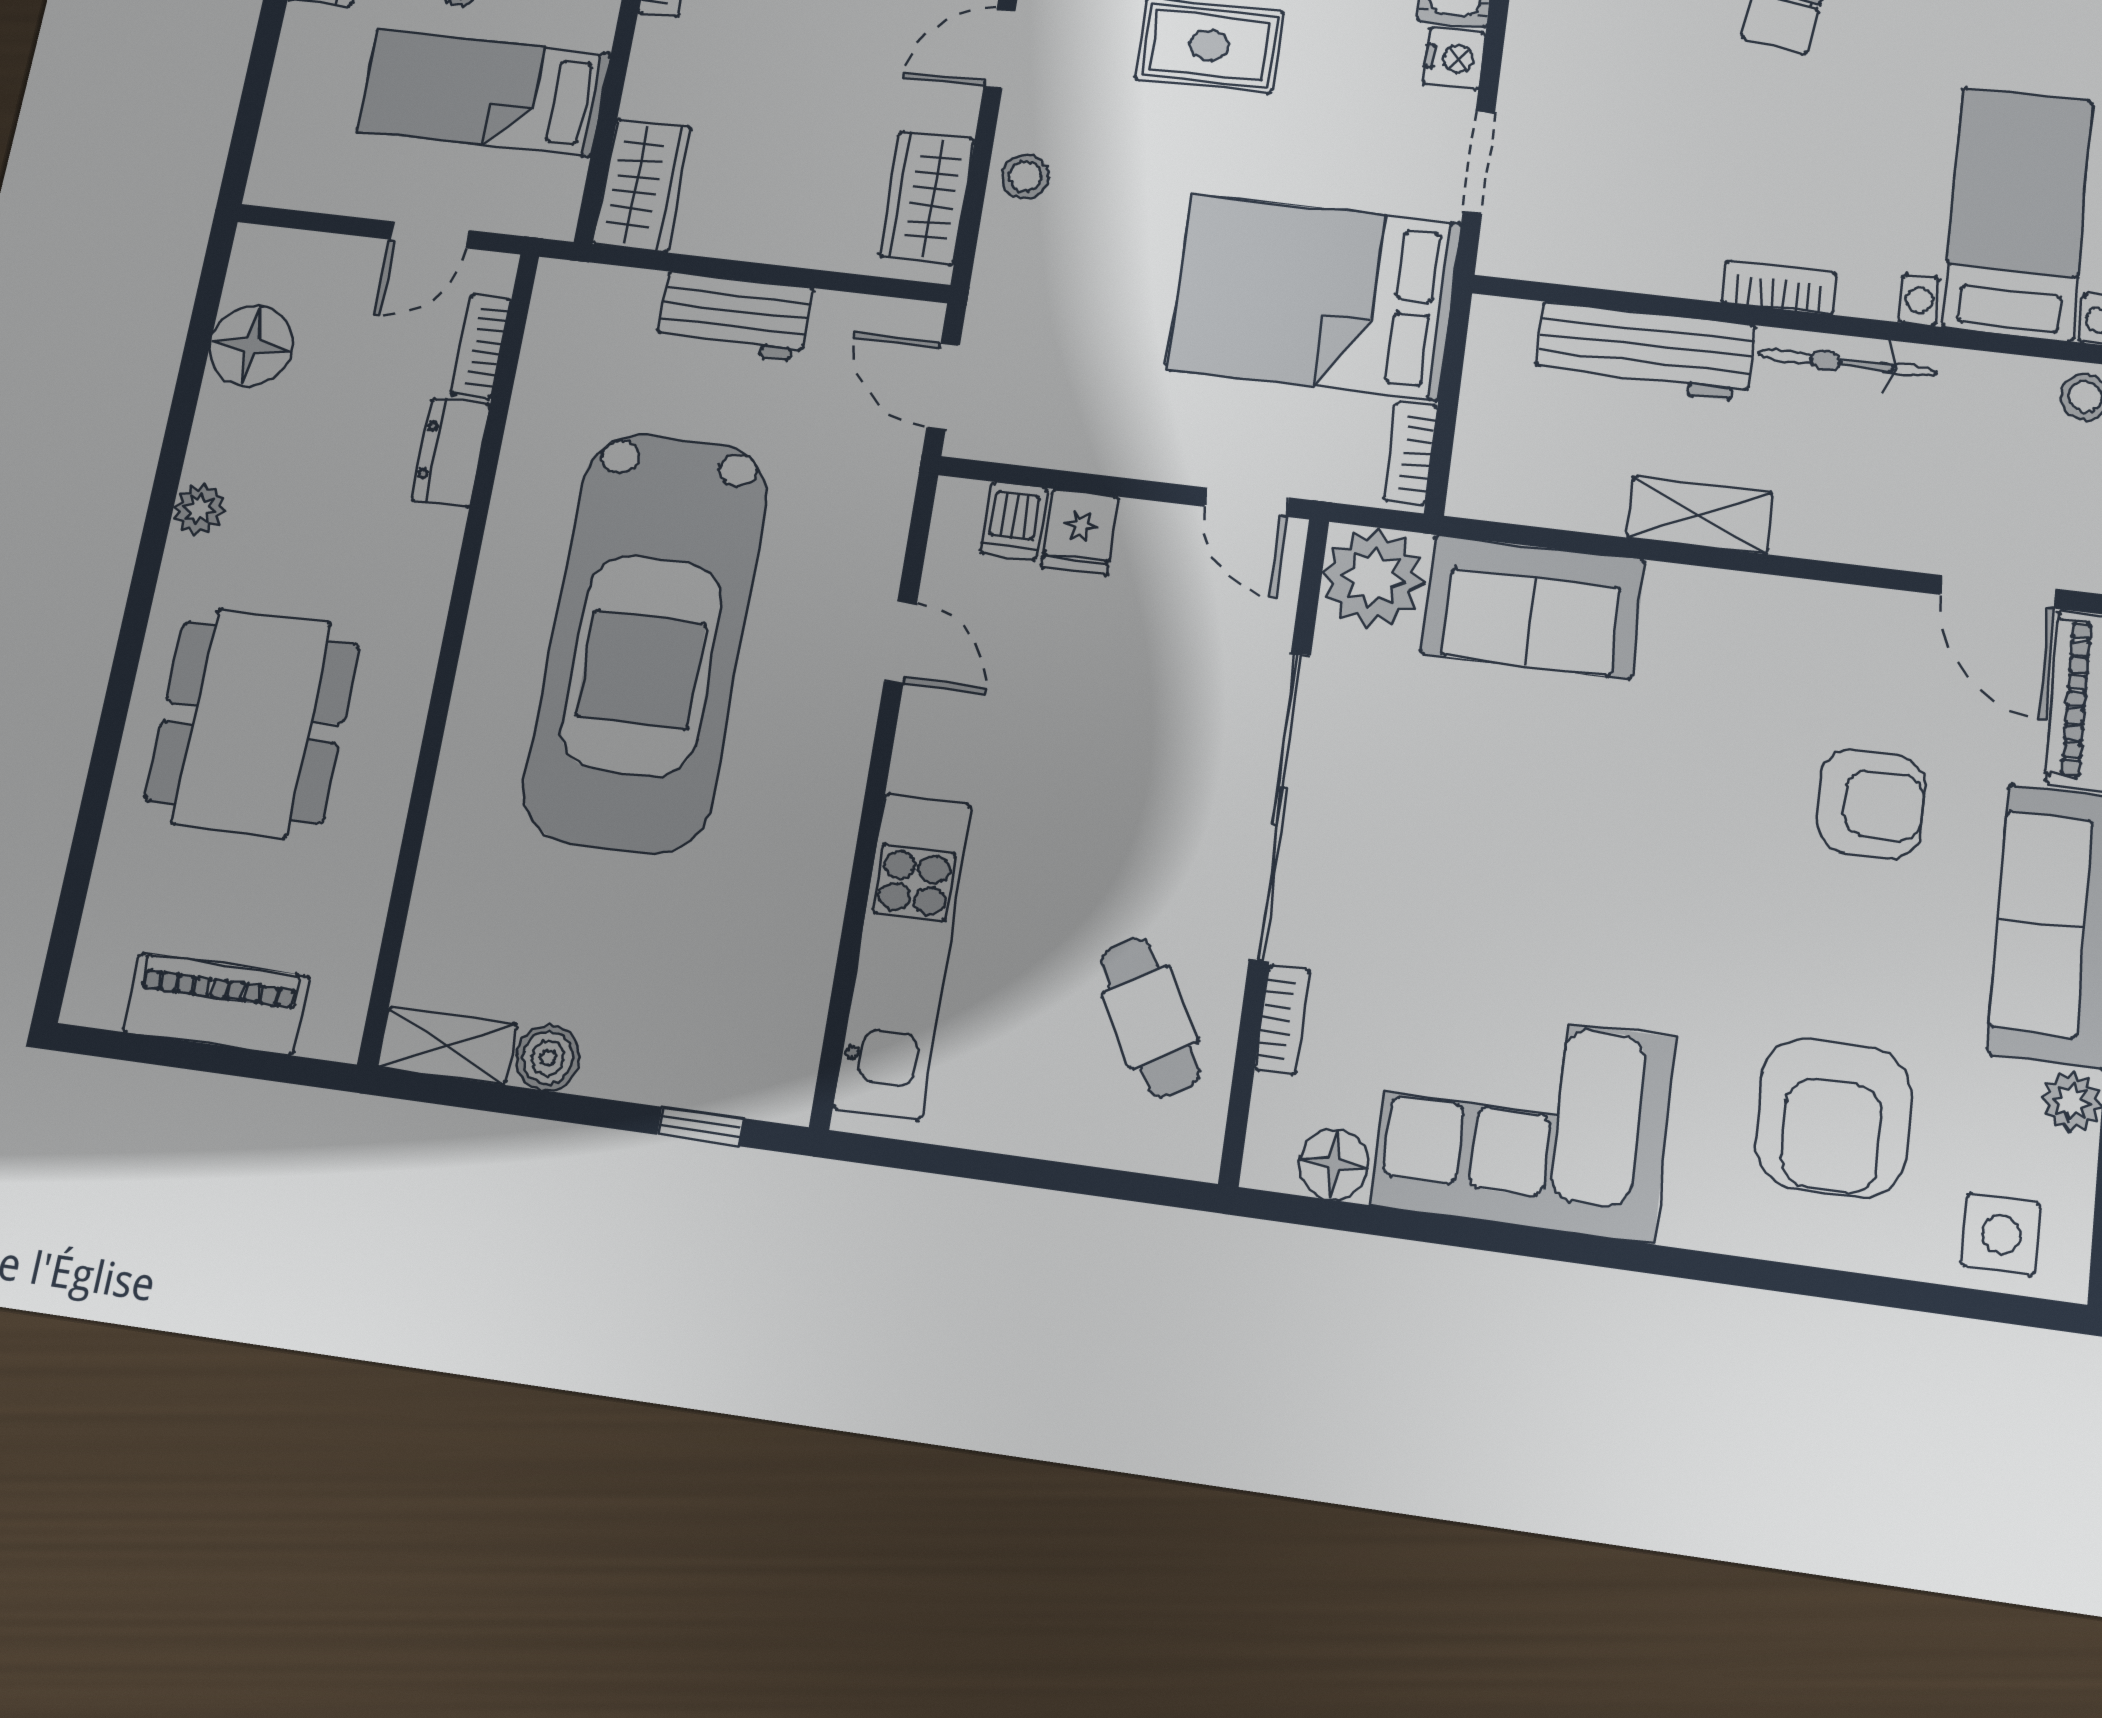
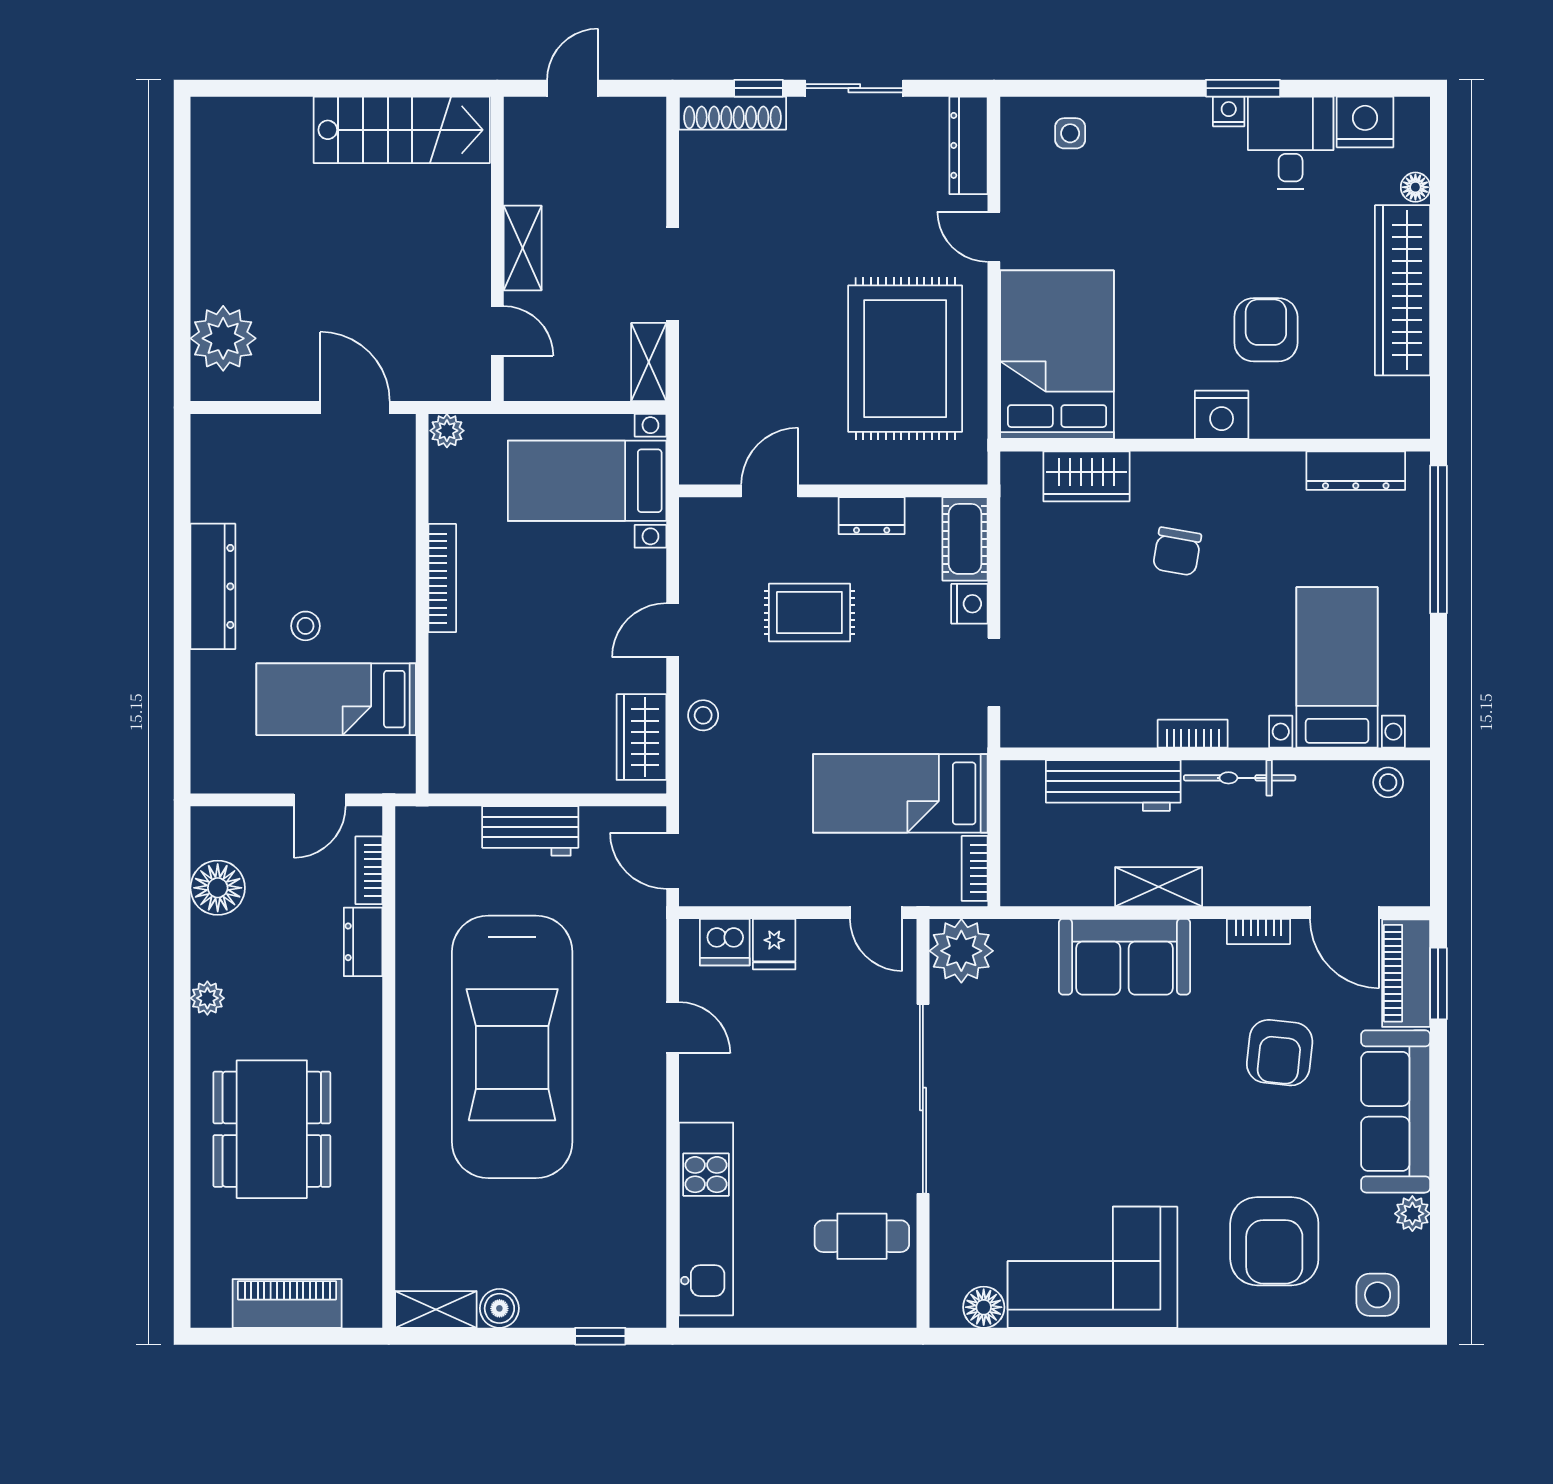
wardrobe: (642, 185) -> (454, 750), removed
bed: (1314, 296) -> (900, 793), width x0.67
dishwasher: (1014, 521) -> (725, 942), width x1.38
sofa: (1533, 606) -> (1124, 957), moved
armchair: (1871, 804) -> (1280, 1053), turned 96
cafe table: (1150, 1017) -> (862, 1236), turned -60
bookcase: (1282, 1020) -> (1258, 931), moved, turned 90

